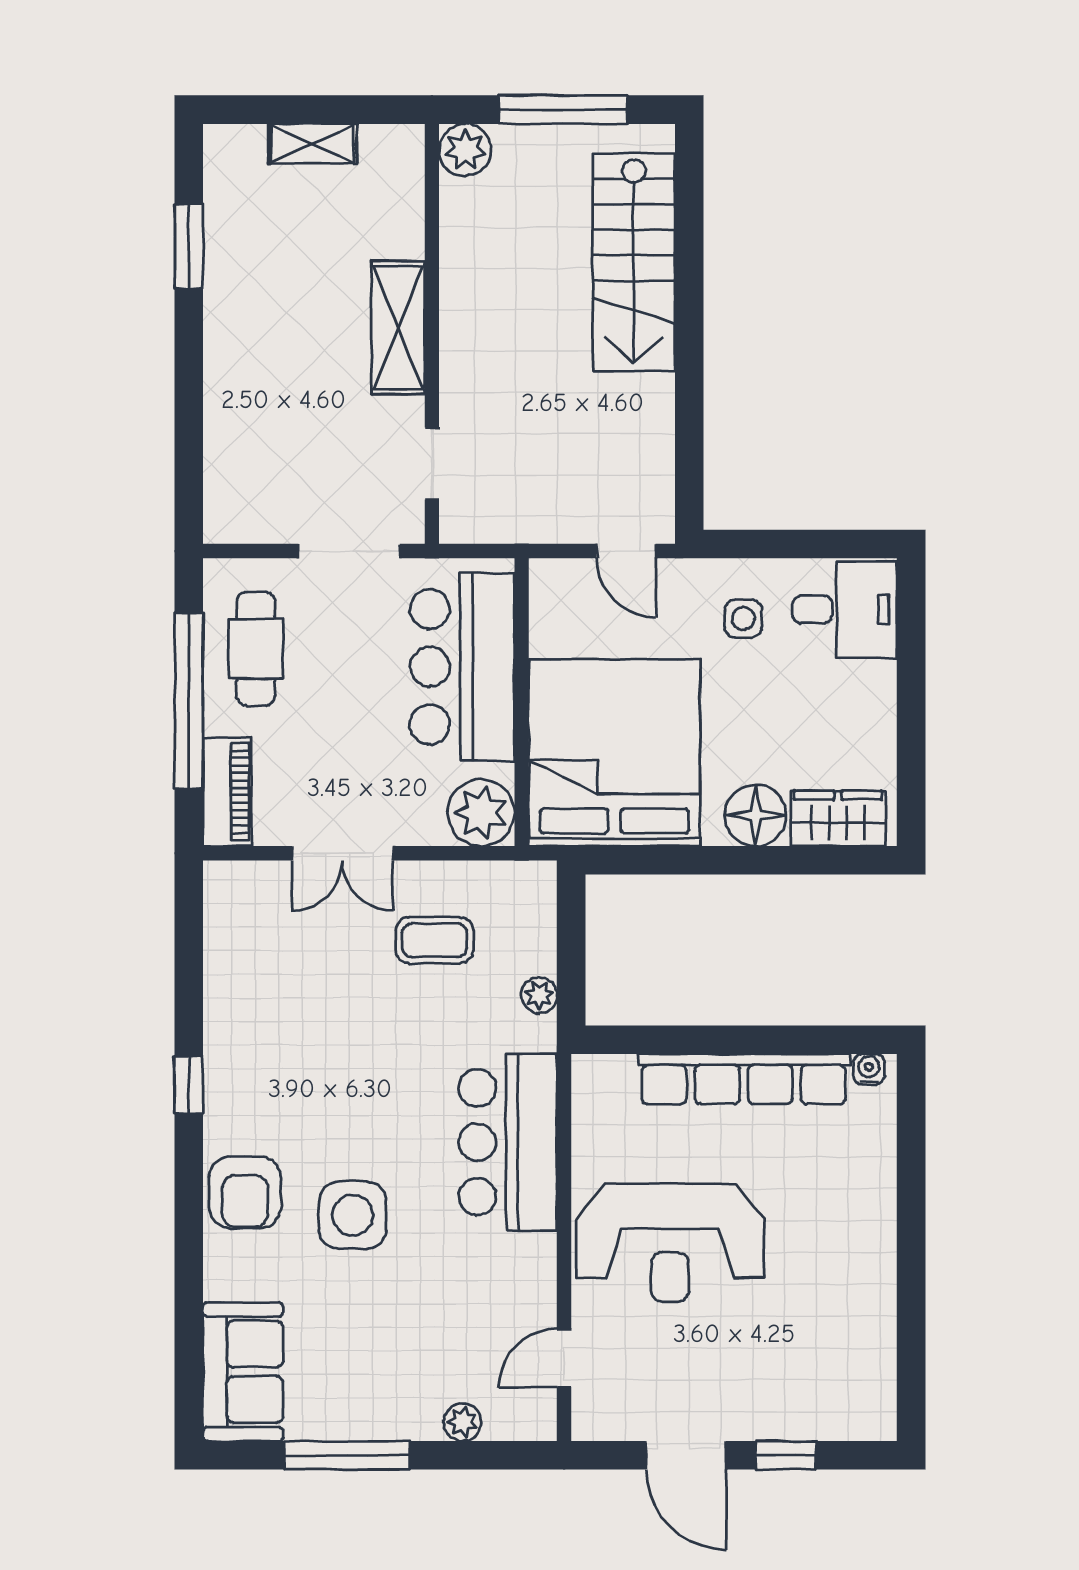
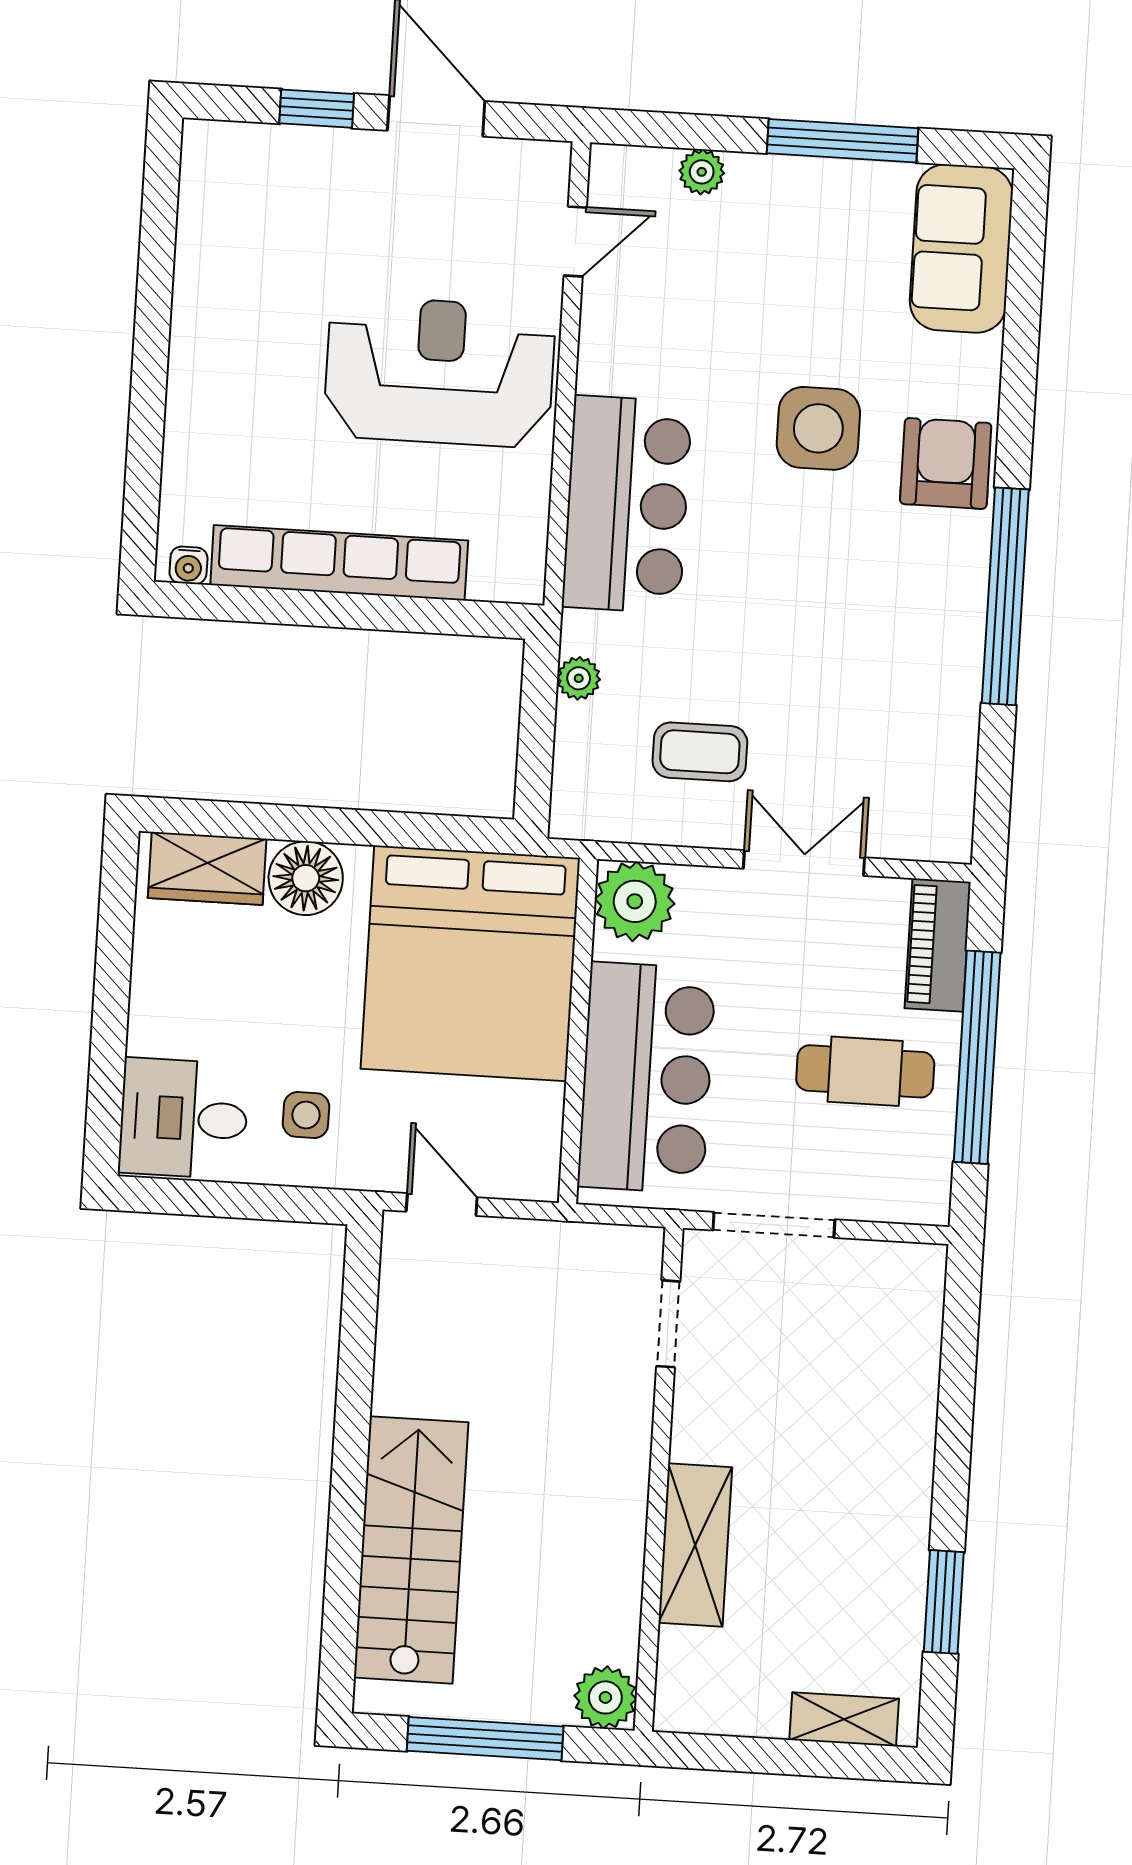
shelving: (313, 144) -> (844, 1719), moved
shelving: (398, 328) -> (695, 1545), moved
cafe table: (256, 649) -> (865, 1071), moved, turned 90
window: (189, 1085) -> (1005, 596), width x3.17

